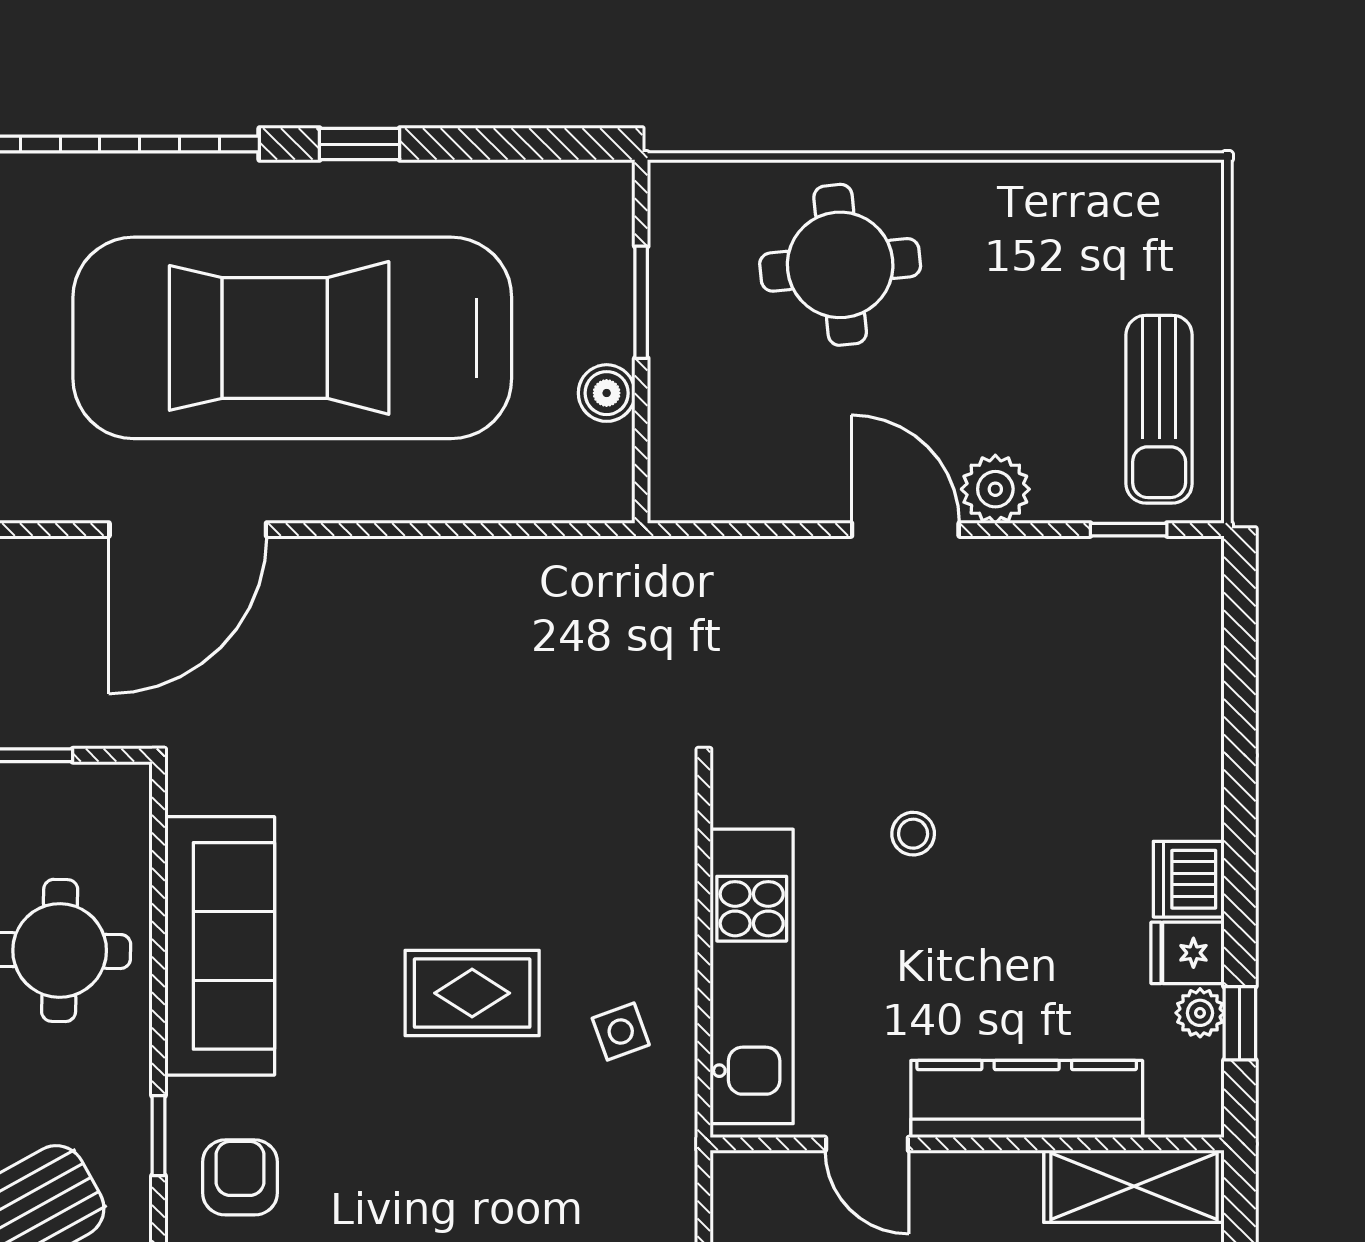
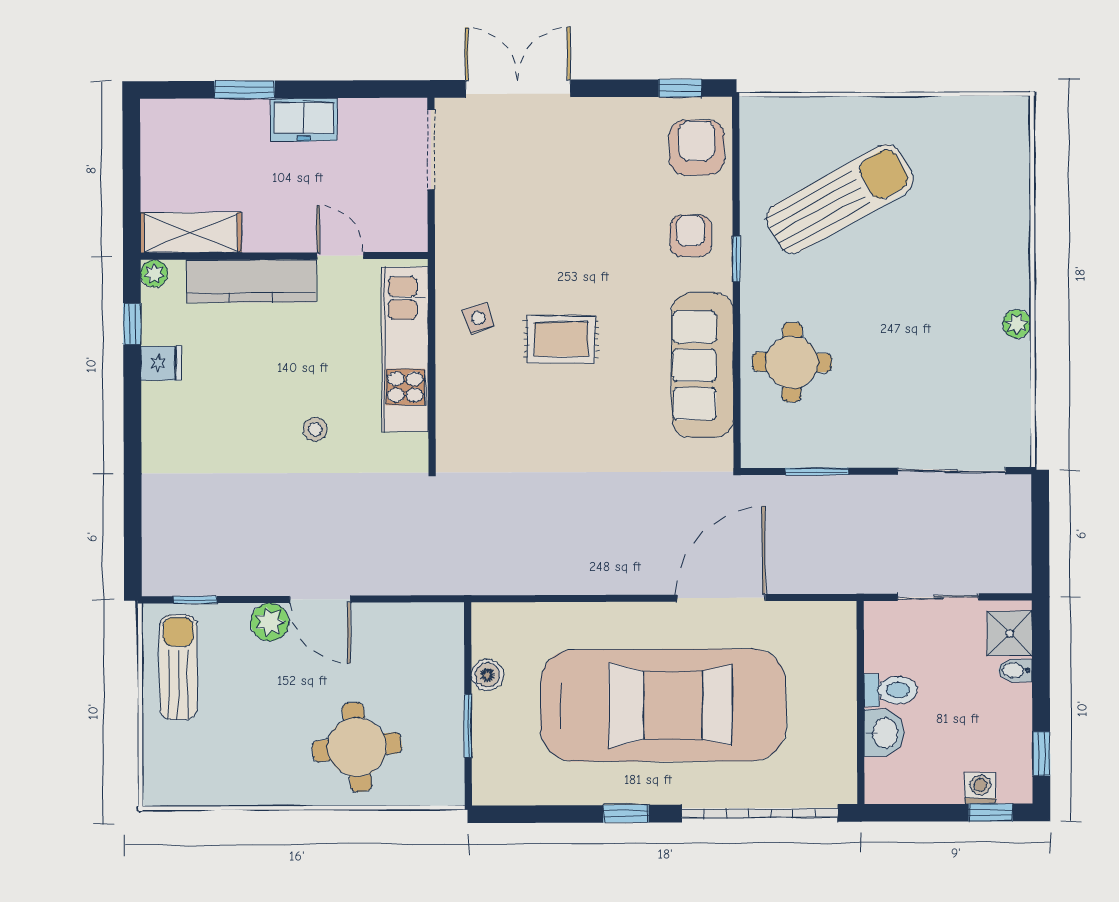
dishwasher: (1189, 879) -> (161, 404), removed
plant: (1200, 1013) -> (154, 273), moved
armchair: (240, 1177) -> (691, 236), turned 180

